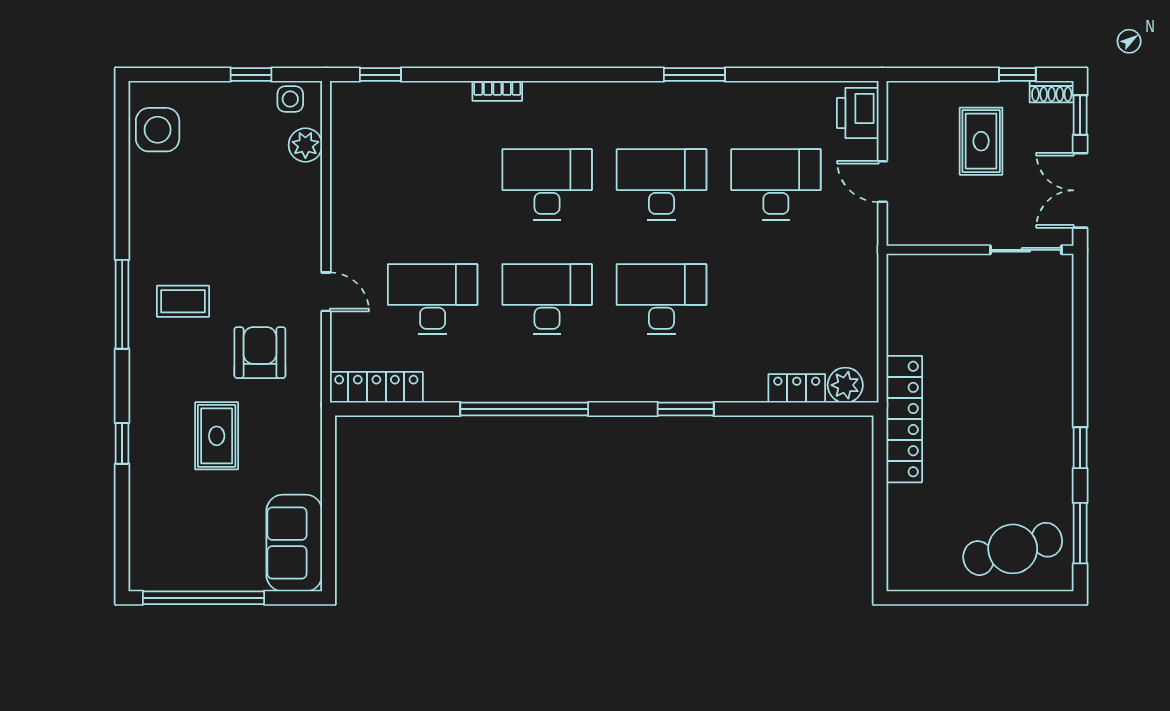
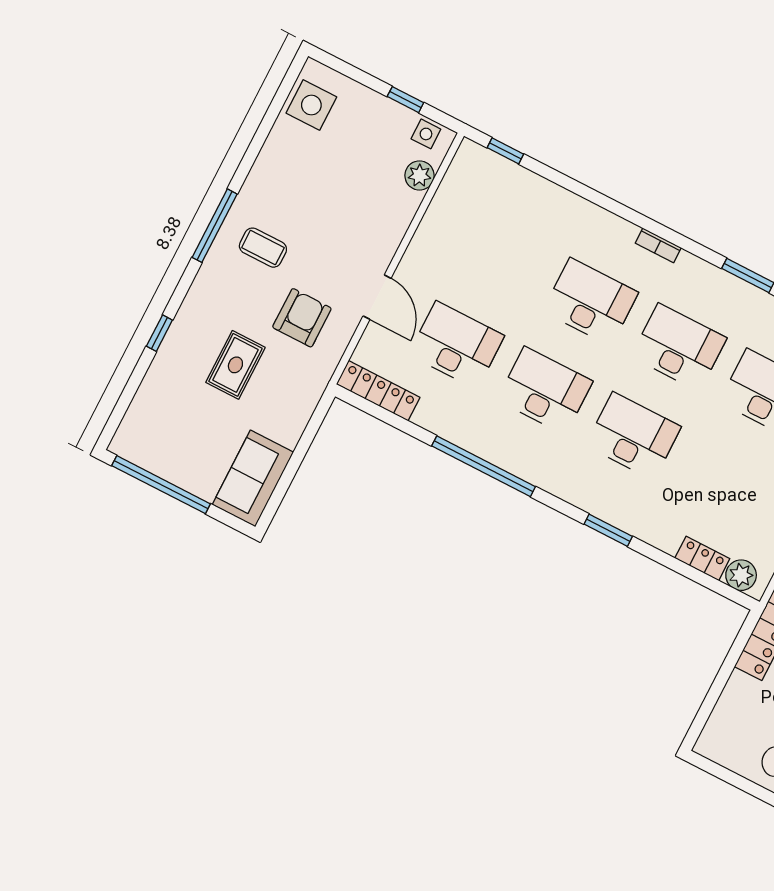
bookcase: (497, 91) -> (658, 245), moved
door: (326, 292) -> (377, 297), width x1.38

